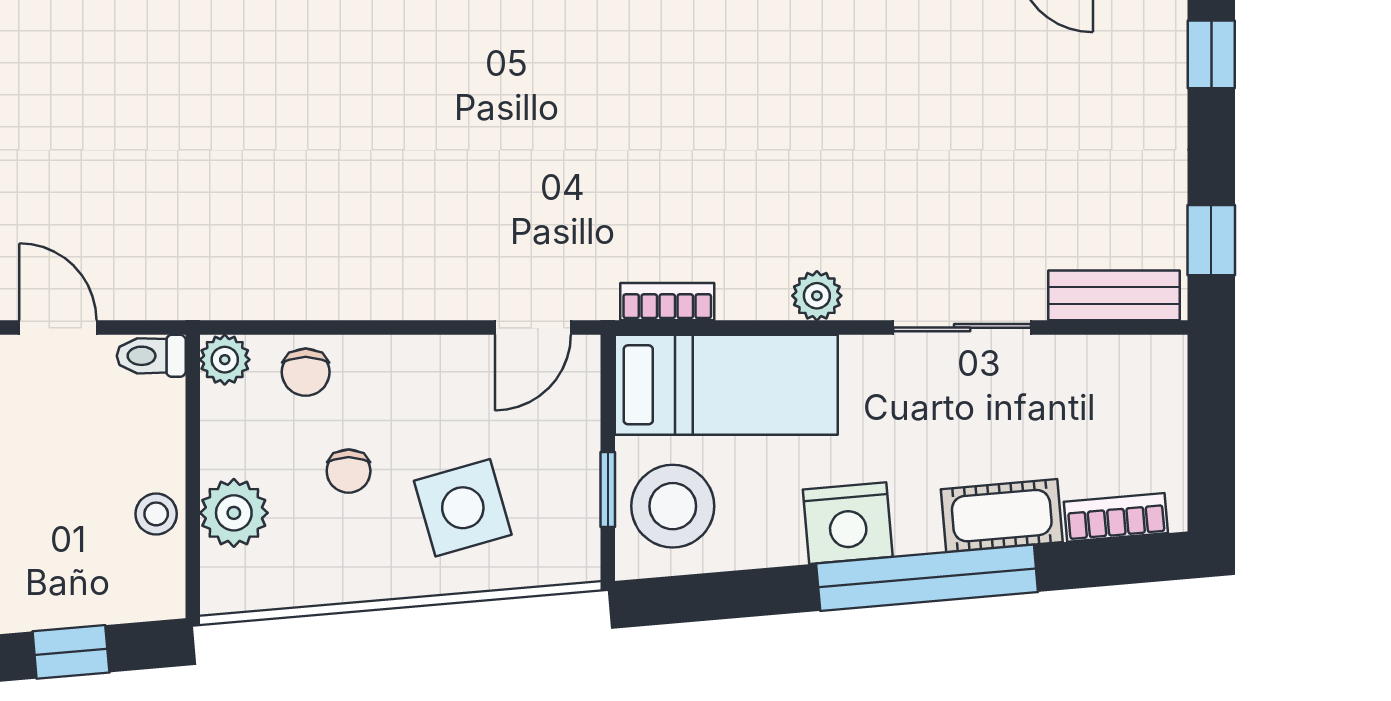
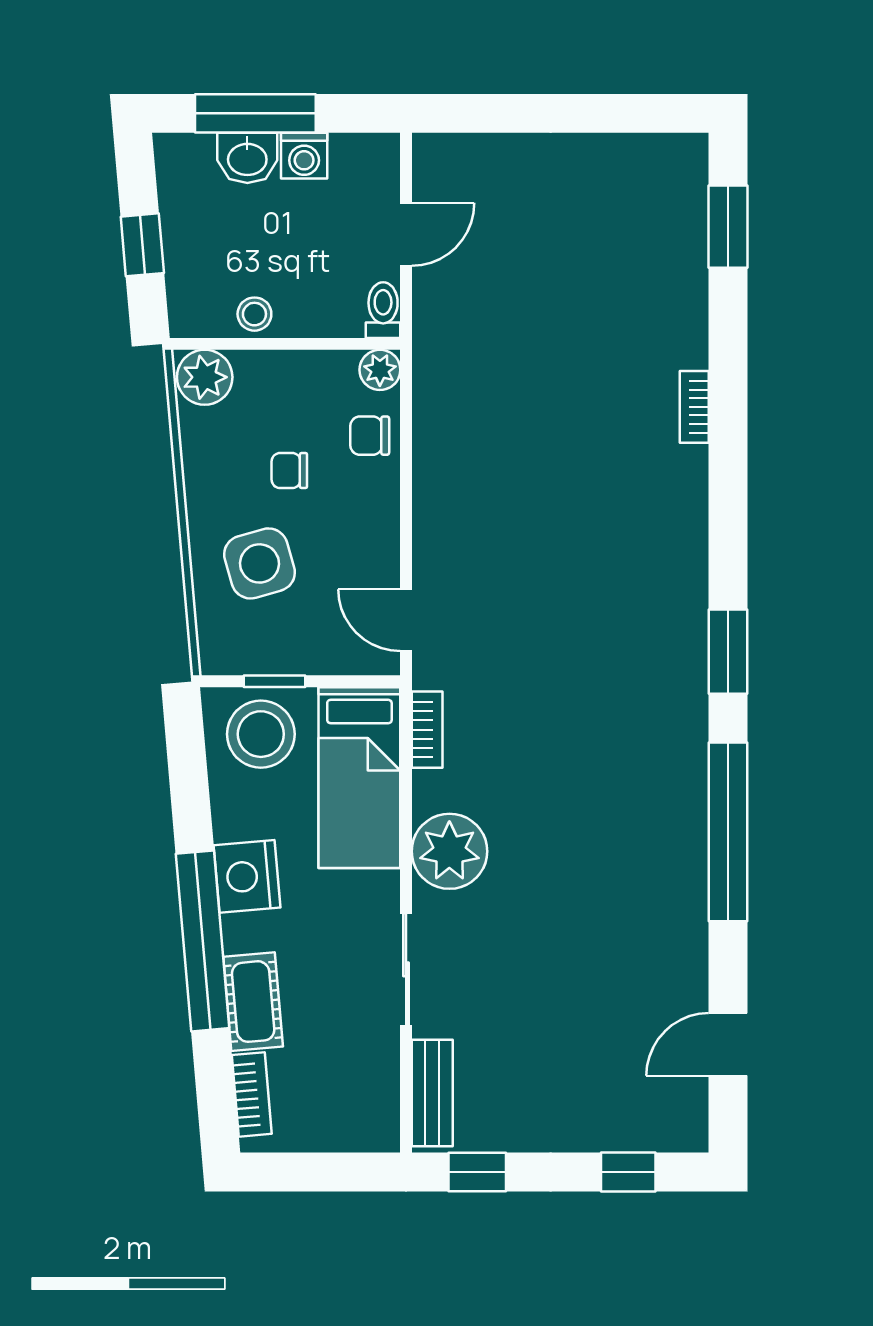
plant: (817, 296) -> (449, 851), width x1.87, depth x1.87
plant: (234, 513) -> (205, 377), moved

